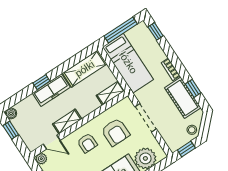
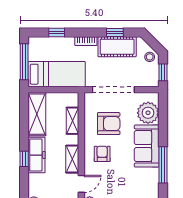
window: (156, 31) -> (57, 33), moved
shelving: (110, 93) -> (72, 121), moved
doorway: (146, 118) -> (113, 90), width x1.36
armchair: (87, 143) -> (102, 154), turned -90

